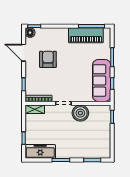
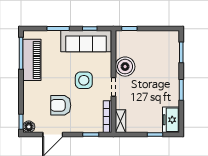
side table: (69, 79) -> (84, 80), added
freezer: (40, 151) -> (171, 120), width x0.71

